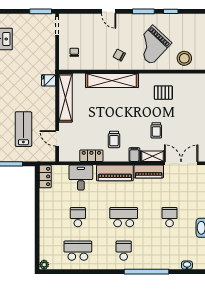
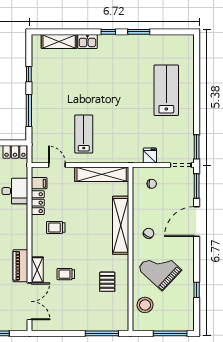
door: (109, 11) -> (197, 222), width x1.88
window: (143, 11) -> (197, 186), moved
fridge: (49, 80) -> (150, 156), moved
lab bench: (23, 129) -> (84, 134), moved, turned -90
door: (57, 138) -> (57, 165), hinge flipped
filing cabinet: (134, 155) -> (39, 183), moved
piano: (115, 173) -> (19, 229), removed

